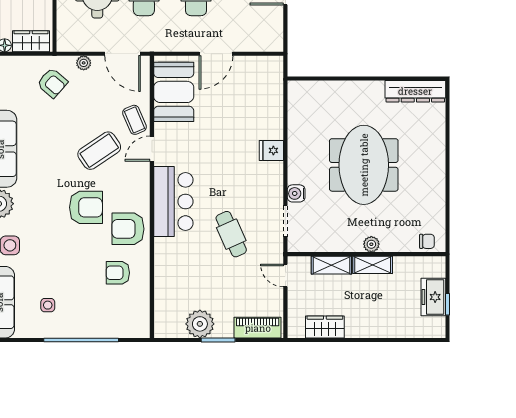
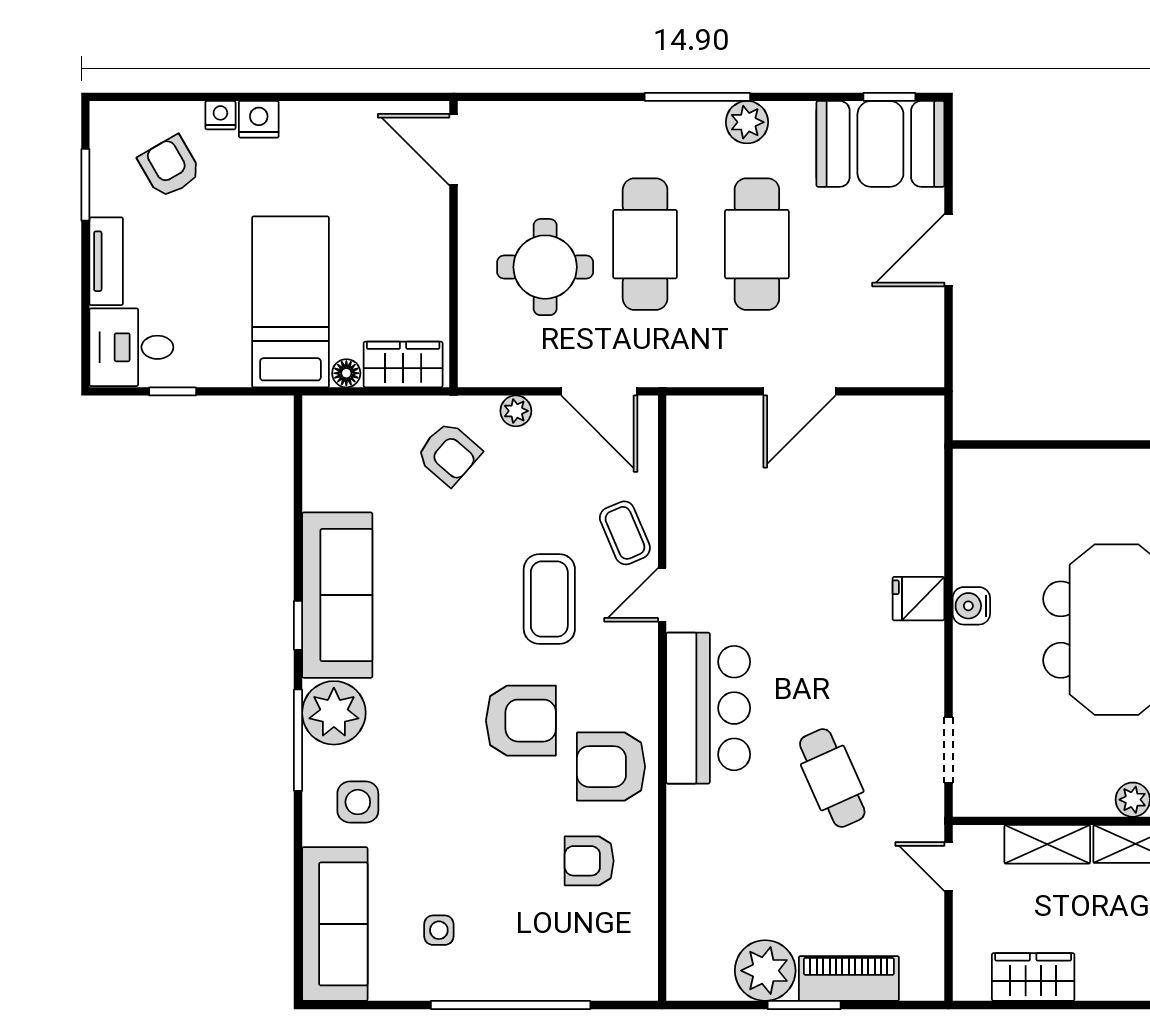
booth: (174, 92) -> (709, 473), removed
coffee table: (99, 151) -> (549, 599), turned -56
water cooler: (296, 193) -> (971, 606), moved
piano: (258, 328) -> (849, 978), moved

